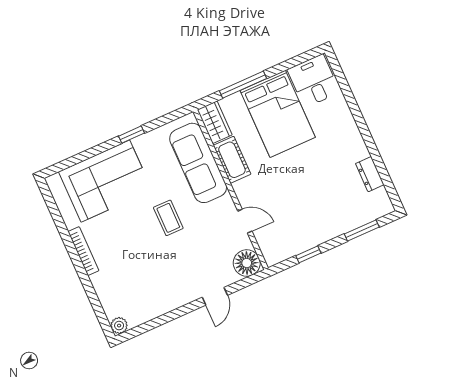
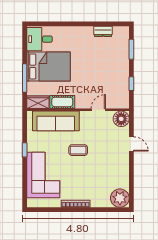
plant: (119, 326) -> (120, 198), width x1.87, depth x1.87

